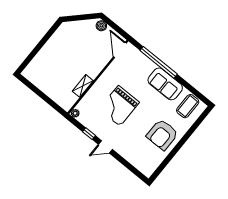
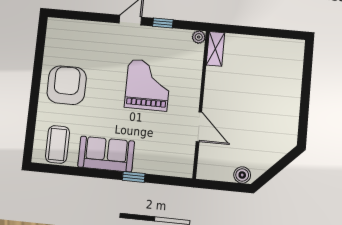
door: (120, 50) -> (199, 127), moved
window: (159, 62) -> (134, 177), width x0.32
shelving: (83, 86) -> (215, 49), moved

